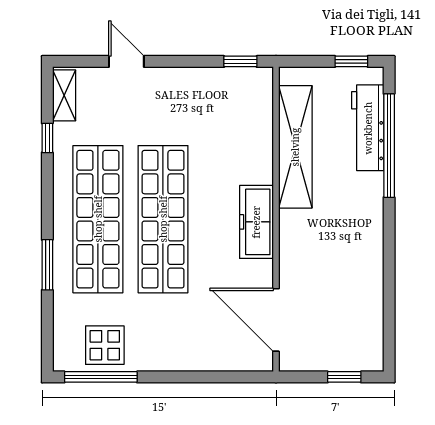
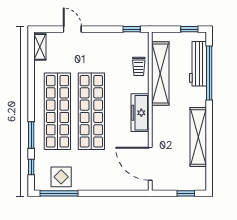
trolley: (254, 133) -> (139, 66), added
window: (47, 138) -> (31, 167), moved
shelving: (368, 269) -> (198, 137), added

